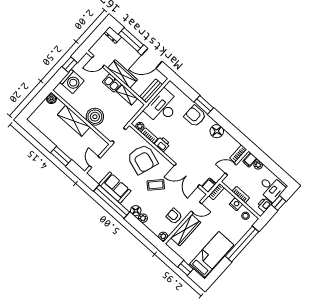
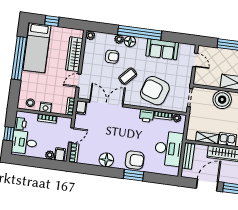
window: (112, 202) -> (140, 33), moved
armchair: (174, 216) -> (112, 57), moved
window: (242, 244) -> (19, 58), moved

